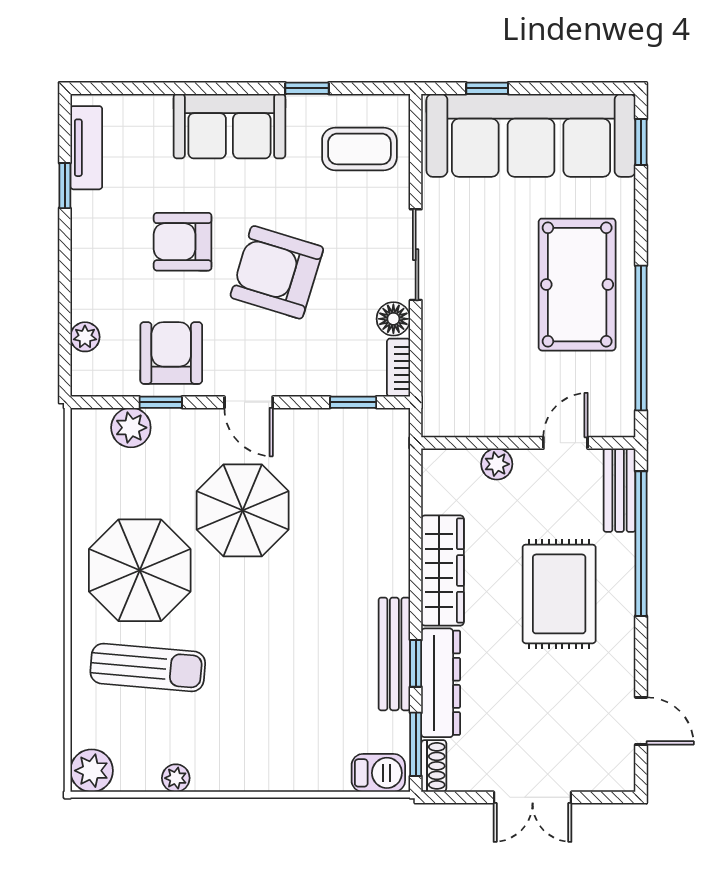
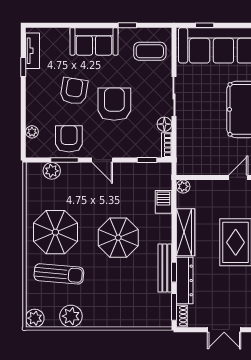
armchair: (183, 242) -> (74, 91), turned 99
armchair: (277, 272) -> (114, 104), turned 73
window: (161, 402) -> (64, 160), width x1.50
plant: (497, 464) -> (183, 186), moved
parasol: (243, 510) -> (118, 238), moved
barbecue: (378, 773) -> (163, 202), moved, turned -90
plant: (176, 778) -> (71, 316), width x1.87, depth x1.87

